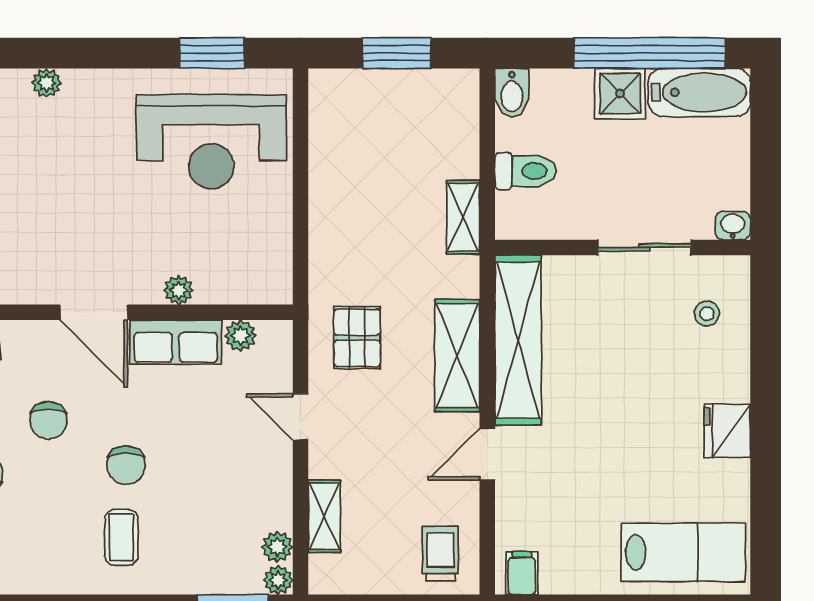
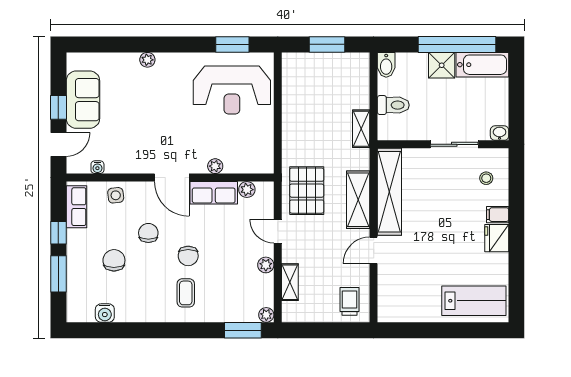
pallet: (357, 338) -> (307, 191), width x1.50, depth x1.42
chair: (48, 420) -> (148, 233), turned 180
plant: (277, 547) -> (266, 265), moved
filing cabinet: (522, 573) -> (498, 215), moved, turned -90

